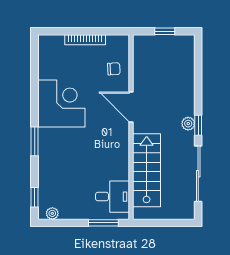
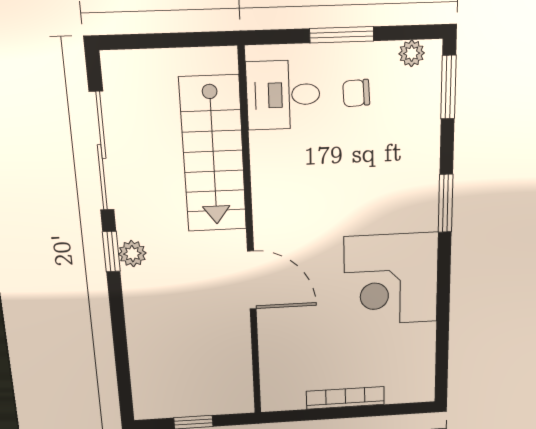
chair: (114, 69) -> (356, 93), moved
window: (35, 197) -> (448, 87), width x1.50
window: (103, 223) -> (342, 35), moved

